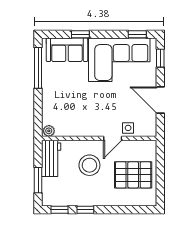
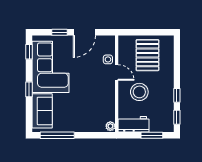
window: (80, 34) -> (29, 89), moved
window: (160, 58) -> (59, 32), moved

